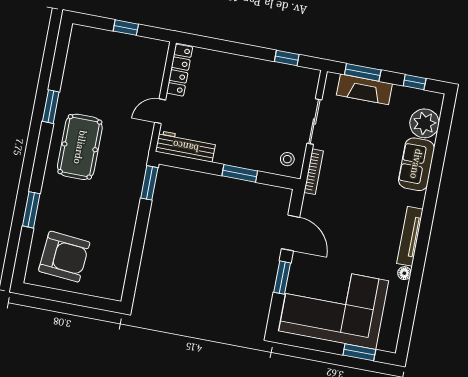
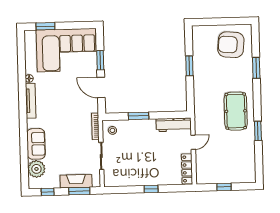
window: (287, 58) -> (151, 189), moved
window: (149, 183) -> (189, 66), moved

